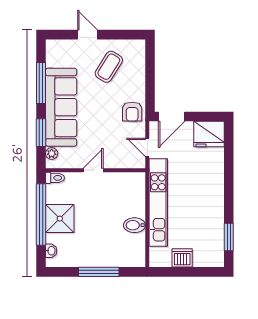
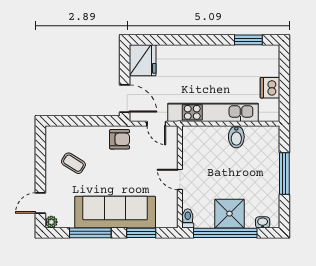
door: (87, 35) -> (40, 203), moved
coffee table: (109, 67) -> (73, 163), width x0.73, depth x0.77
door: (147, 147) -> (156, 124), hinge flipped
plant: (52, 154) -> (51, 222), moved

